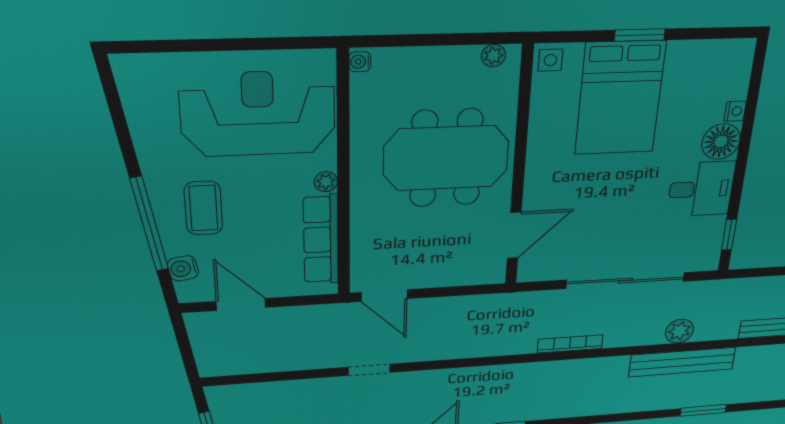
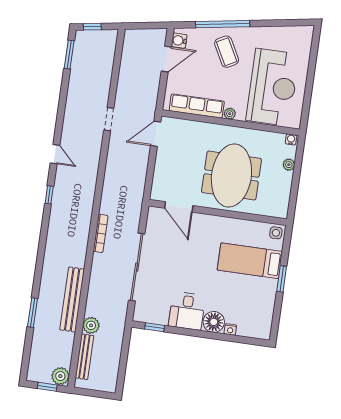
plant: (493, 56) -> (289, 165), moved
bed: (620, 98) -> (250, 261), width x0.67
coffee table: (203, 208) -> (227, 52), turned 62
water cooler: (183, 268) -> (179, 41), moved, turned -81
plant: (679, 331) -> (91, 325), moved

